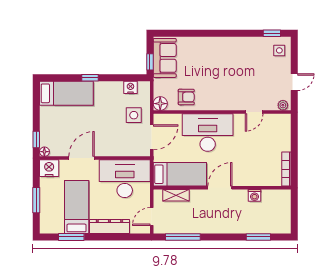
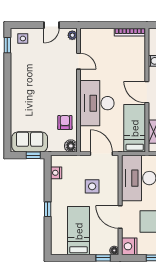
door: (294, 82) -> (51, 25), swing flipped
bed: (66, 93) -> (79, 231), moved
side table: (134, 115) -> (92, 186), moved

